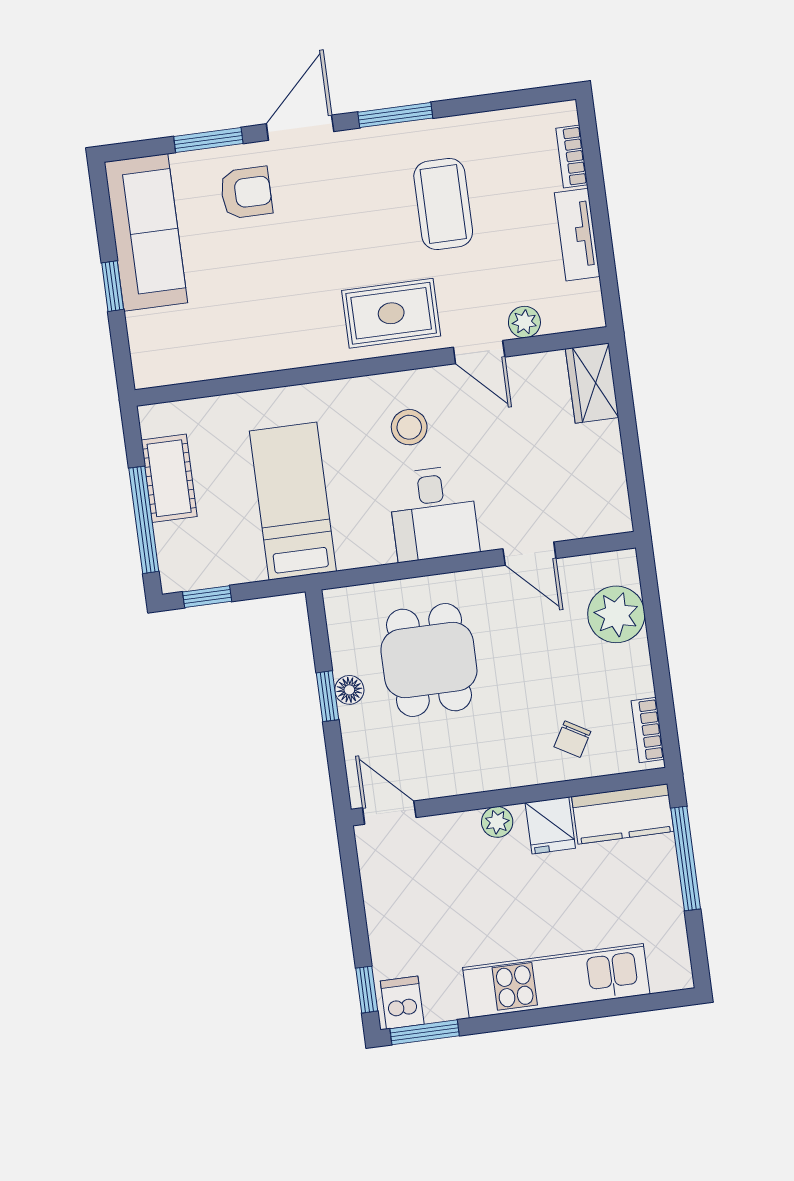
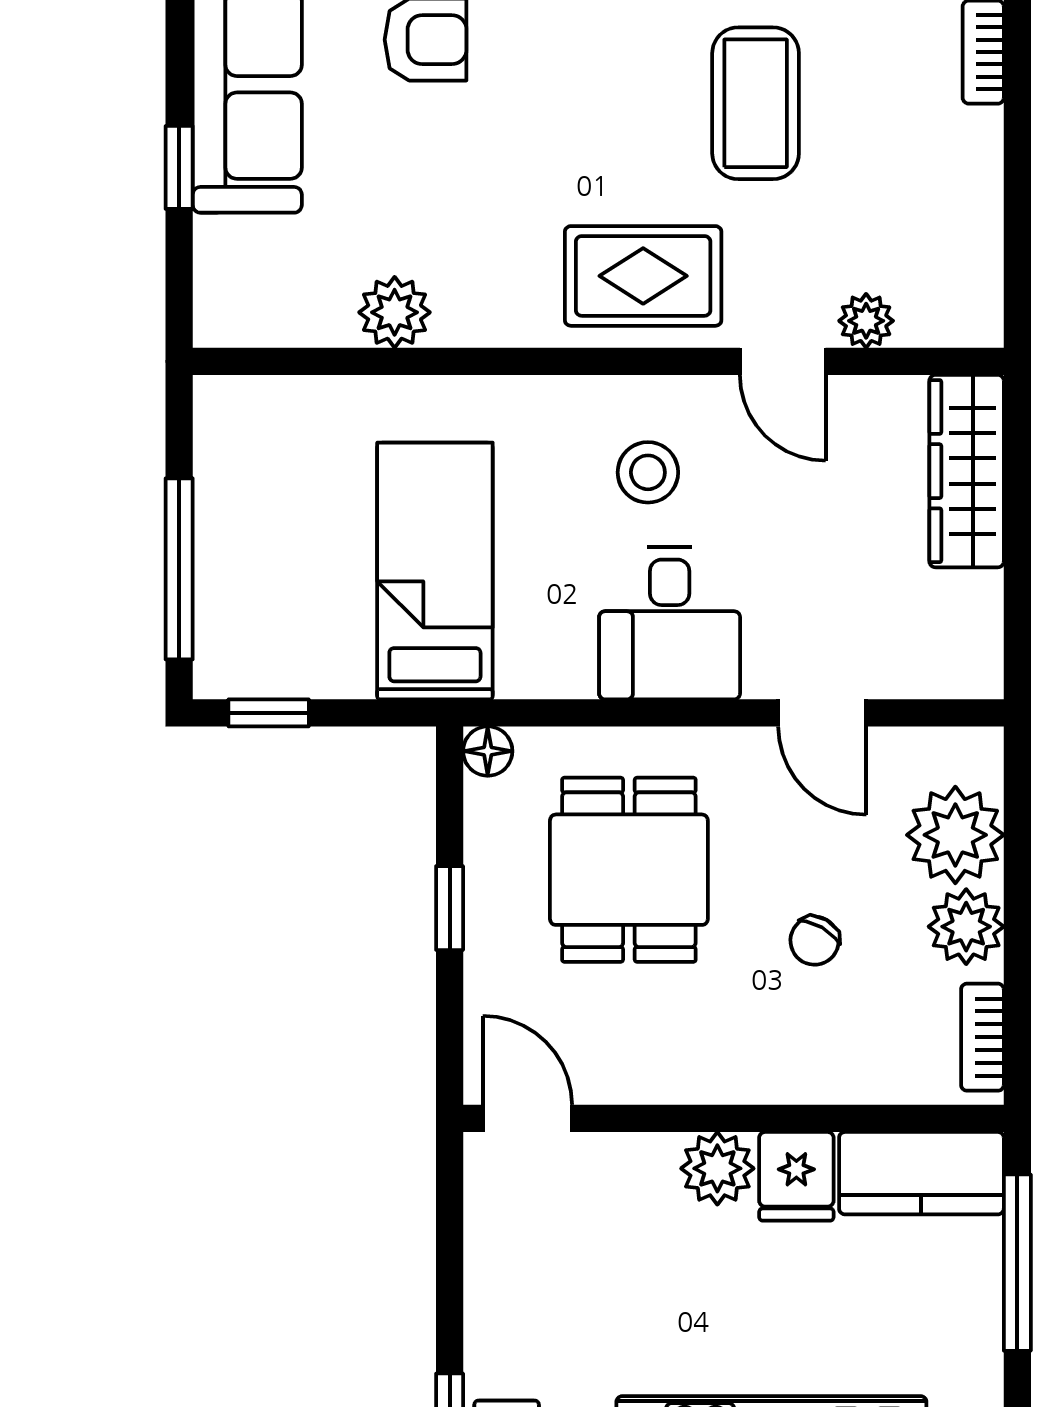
tv unit: (577, 235) -> (975, 185), removed
plant: (249, 354) -> (395, 312), added
wardrobe: (592, 383) -> (967, 471), width x1.50
cot: (169, 478) -> (231, 504), removed
plant: (630, 667) -> (966, 927), added
floor lamp: (349, 690) -> (488, 751), moved
chair: (572, 739) -> (815, 941), moved
plant: (497, 822) -> (717, 1168), width x1.38, depth x1.38

